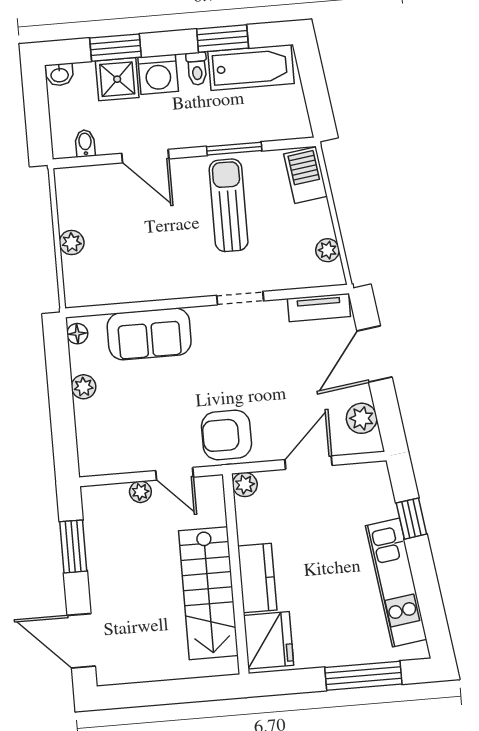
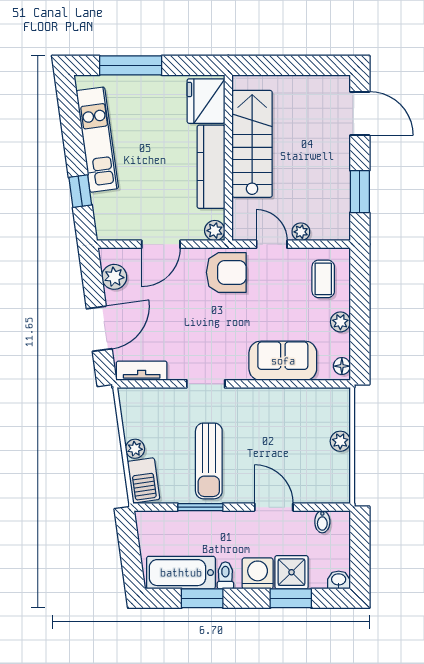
plant: (327, 250) -> (135, 449), moved
coffee table: (109, 437) -> (323, 279), added
kitchen counter: (257, 578) -> (211, 167), width x1.50

